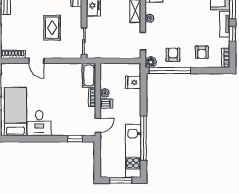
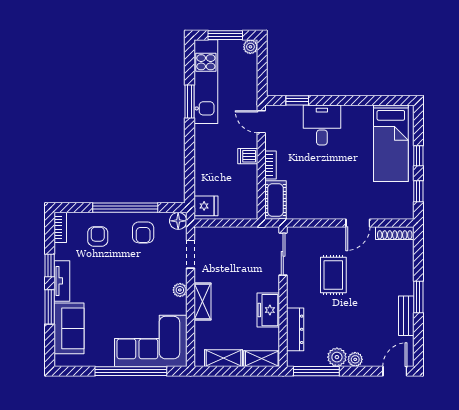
door: (36, 61) -> (358, 223), swing flipped
window: (170, 71) -> (125, 208), moved
fridge: (133, 82) -> (206, 206), moved
plant: (105, 93) -> (250, 47), moved
desk: (39, 123) -> (322, 125), moved
door: (98, 125) -> (261, 122), hinge flipped
window: (144, 138) -> (190, 102), width x0.47

